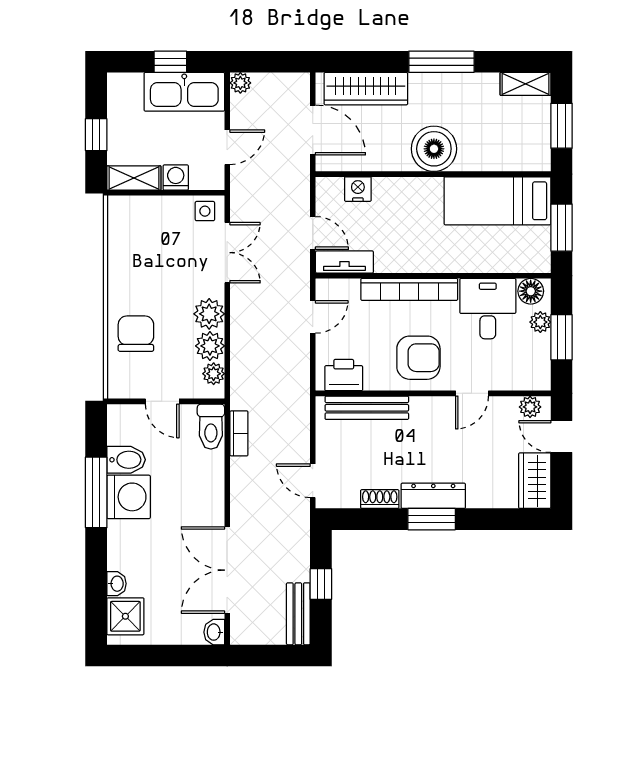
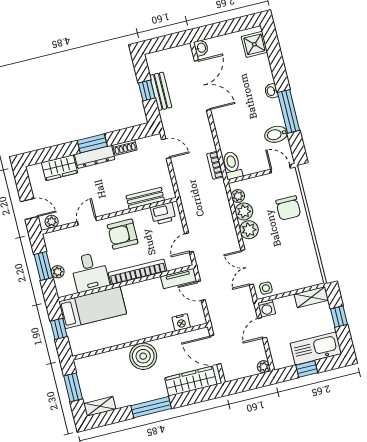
kitchen sink: (184, 92) -> (316, 348), moved
washing machine: (176, 178) -> (267, 308), moved
bed: (497, 201) -> (93, 308), moved
window: (562, 228) -> (59, 329), width x0.67
floor lamp: (531, 291) -> (68, 288), removed
door: (162, 401) -> (281, 169), moved
bench: (367, 408) -> (145, 198), width x0.73
wardrobe: (535, 481) -> (59, 168), moved, turned 90
washing machine: (129, 497) -> (269, 113), removed
washbasin: (117, 584) -> (271, 91), moved
bench: (298, 614) -> (161, 91), moved

